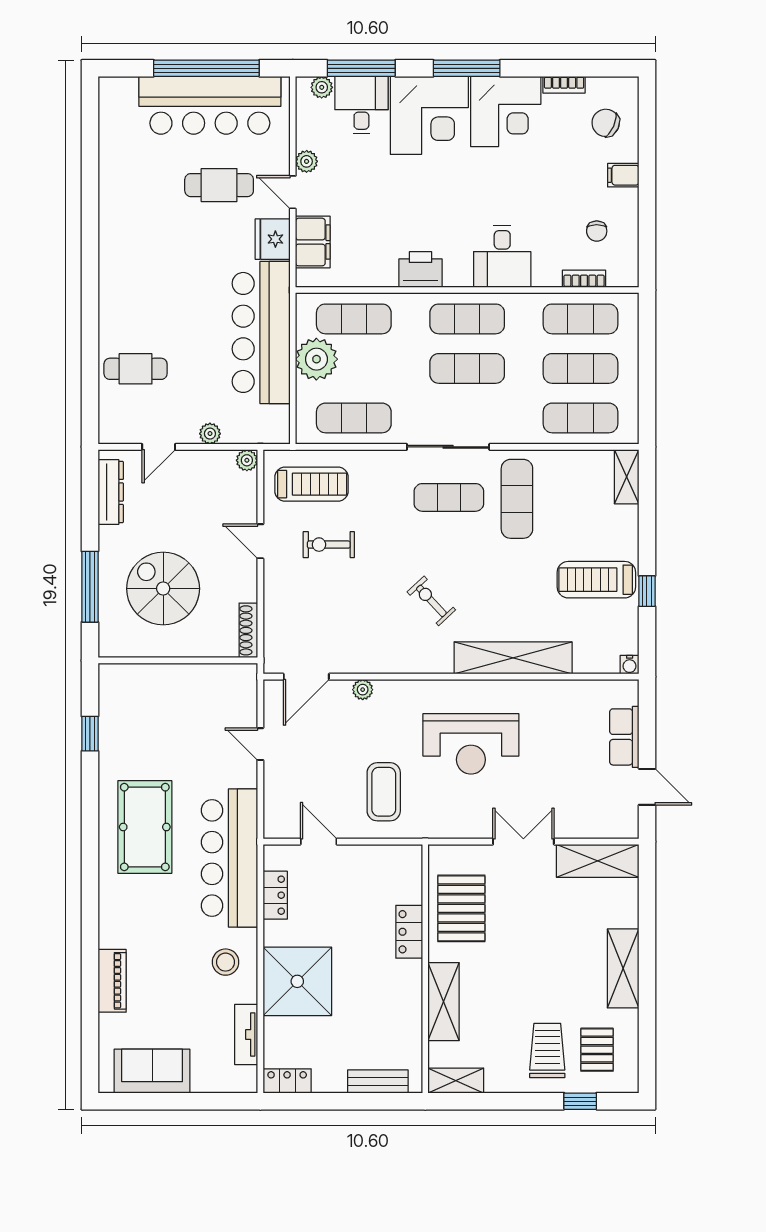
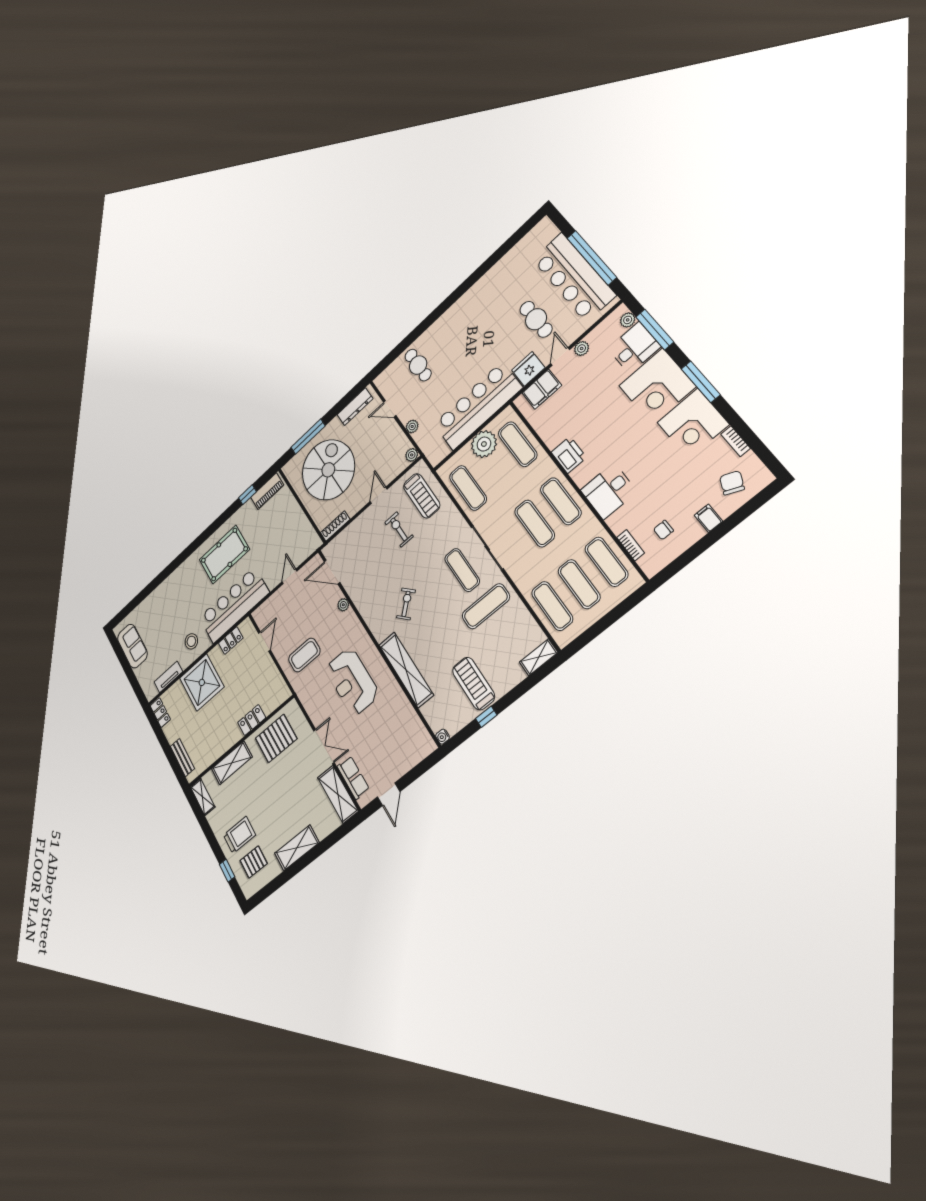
spiral stairs: (163, 589) -> (328, 470), width x1.37, depth x1.37
row of seats: (624, 737) -> (353, 778), moved, turned 90
piano: (112, 981) -> (267, 491), moved

